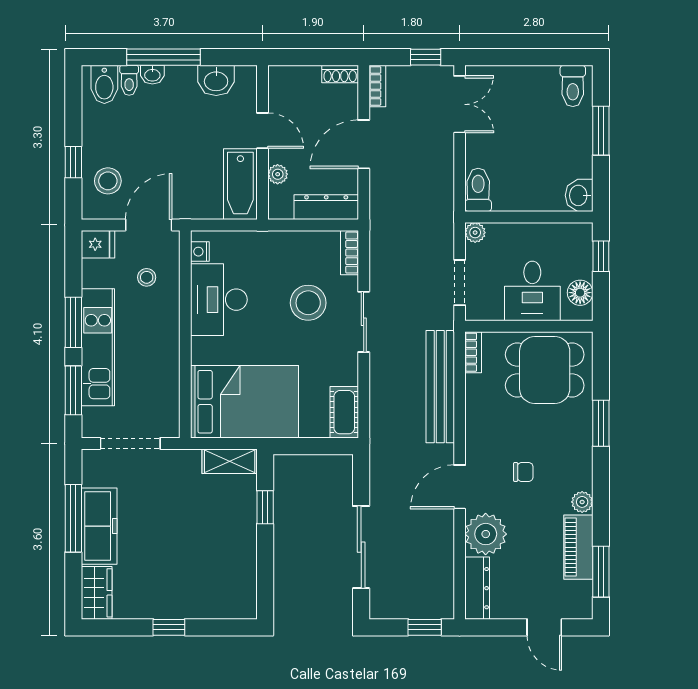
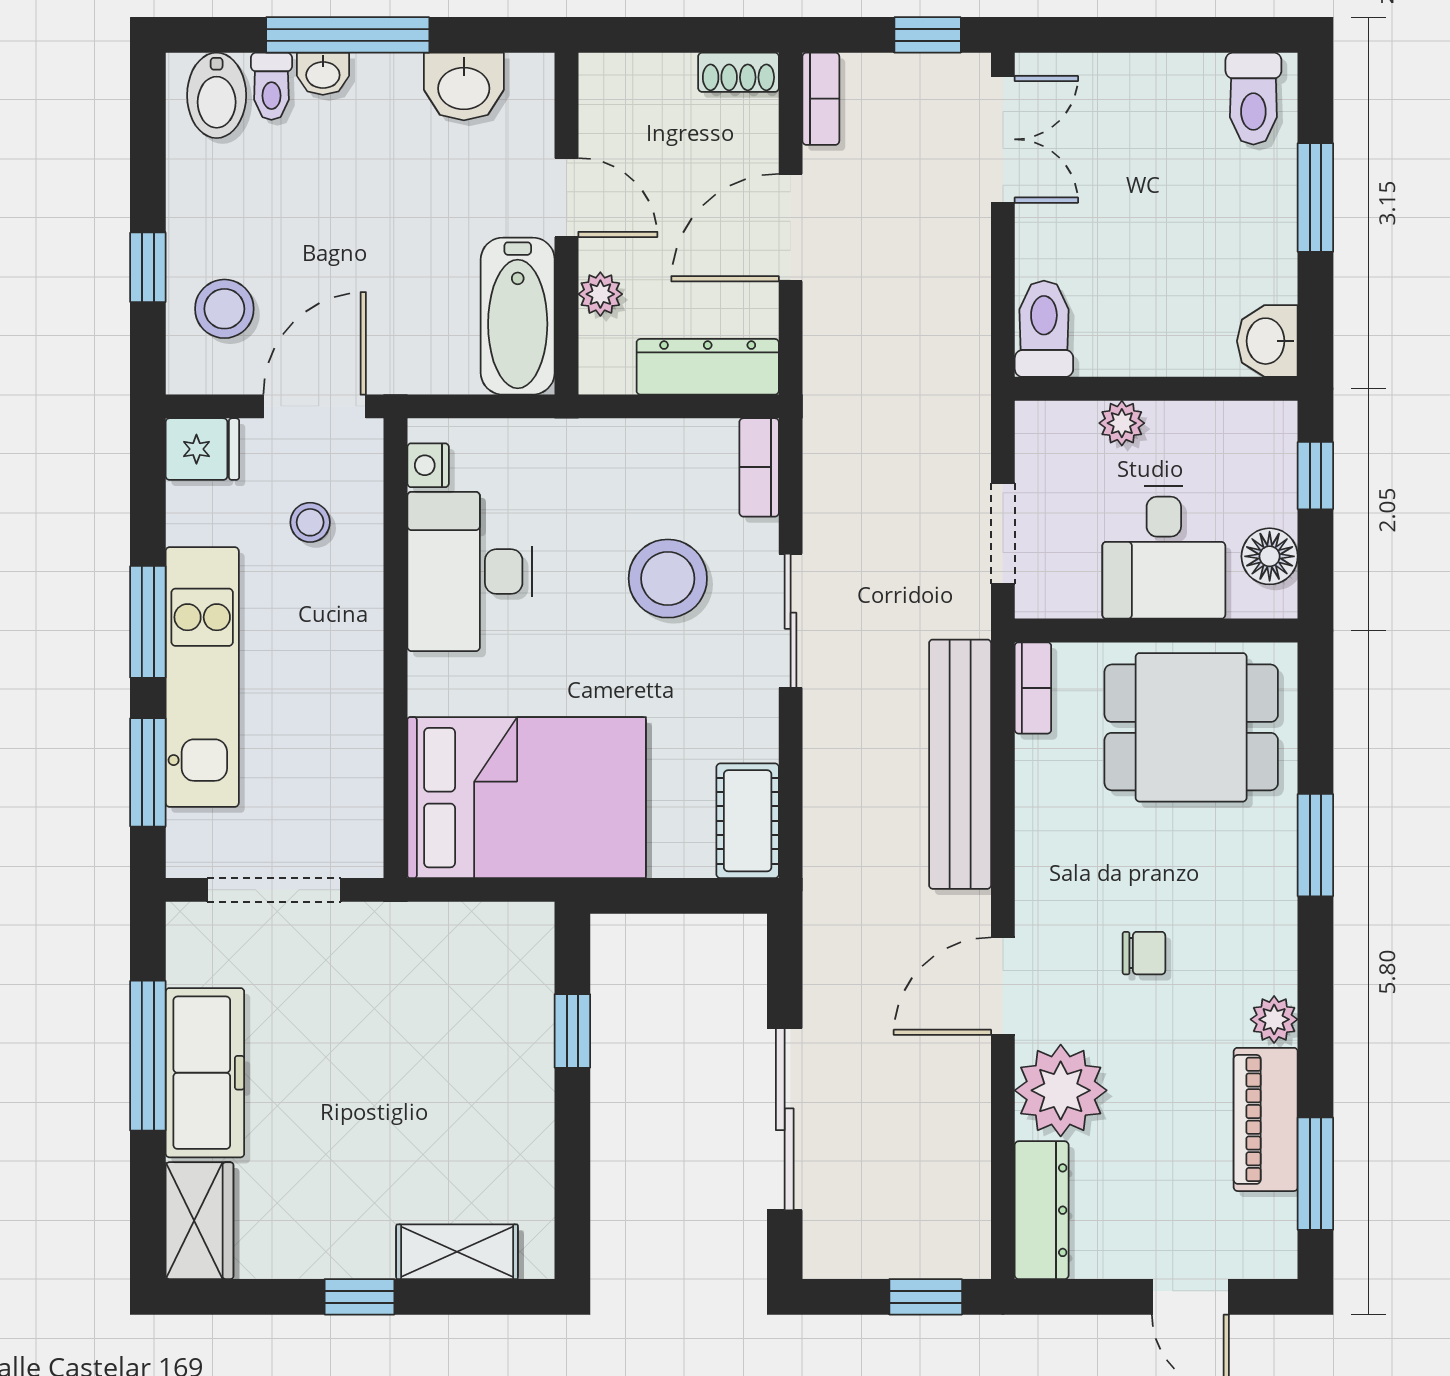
plant: (475, 233) -> (1122, 423), moved
shelving: (230, 461) -> (457, 1252), moved

